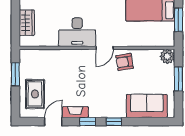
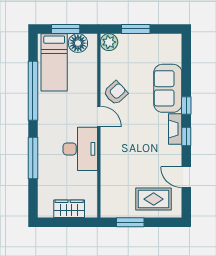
floor lamp: (167, 30) -> (78, 43), added
armchair: (125, 62) -> (116, 93), turned -124
sofa: (147, 106) -> (168, 88), moved
fireplace: (75, 112) -> (175, 129), moved

